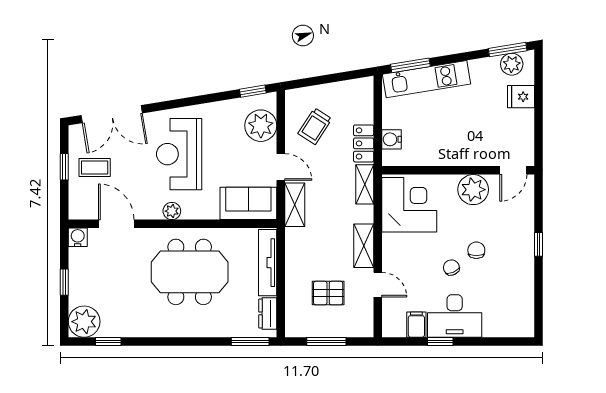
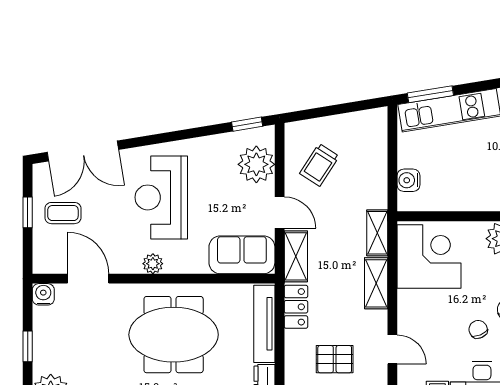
locker: (364, 143) -> (296, 307), moved, turned 180
shelving: (364, 246) -> (376, 283), moved

